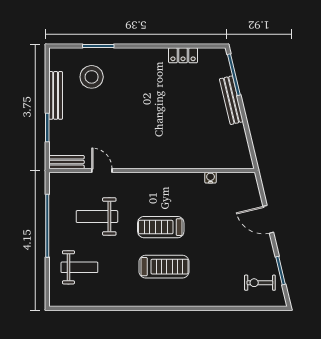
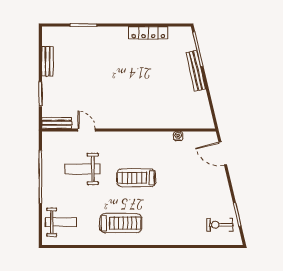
locker: (183, 55) -> (148, 33), width x1.53
stool: (92, 77) -> (78, 51), removed
bench: (56, 95) -> (47, 61), width x0.73
door: (268, 219) -> (223, 153), moved
weight bench: (79, 267) -> (61, 222), moved
treadmill: (164, 267) -> (121, 223), moved

